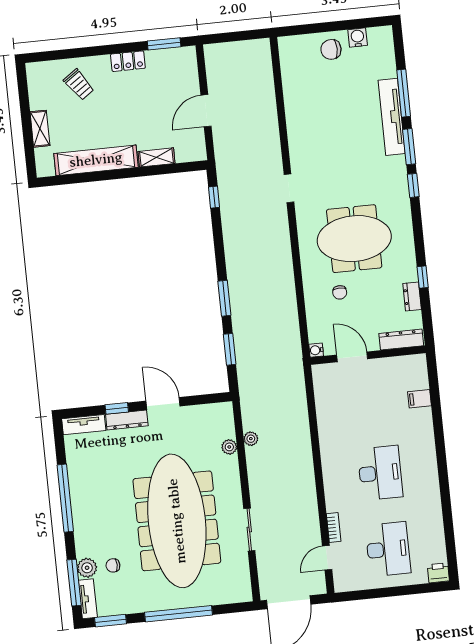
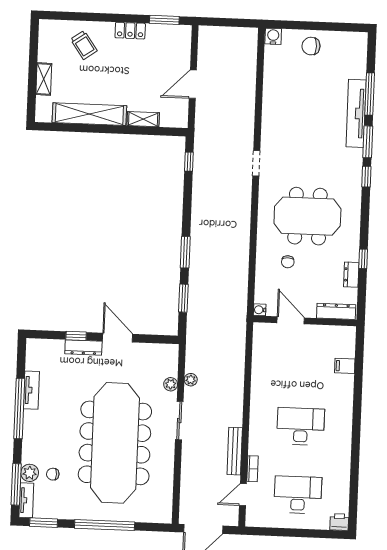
water cooler: (358, 37) -> (273, 36), moved
tv unit: (84, 425) -> (31, 390), moved, turned -90
desk: (380, 473) -> (301, 426), turned -90
bench: (311, 511) -> (235, 451), added
sliding door: (249, 530) -> (179, 421), moved
desk: (388, 549) -> (298, 495), turned -90

